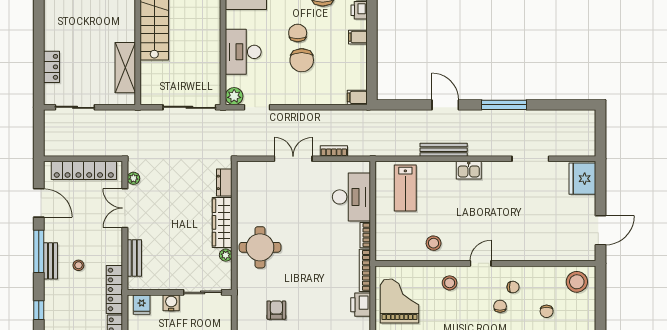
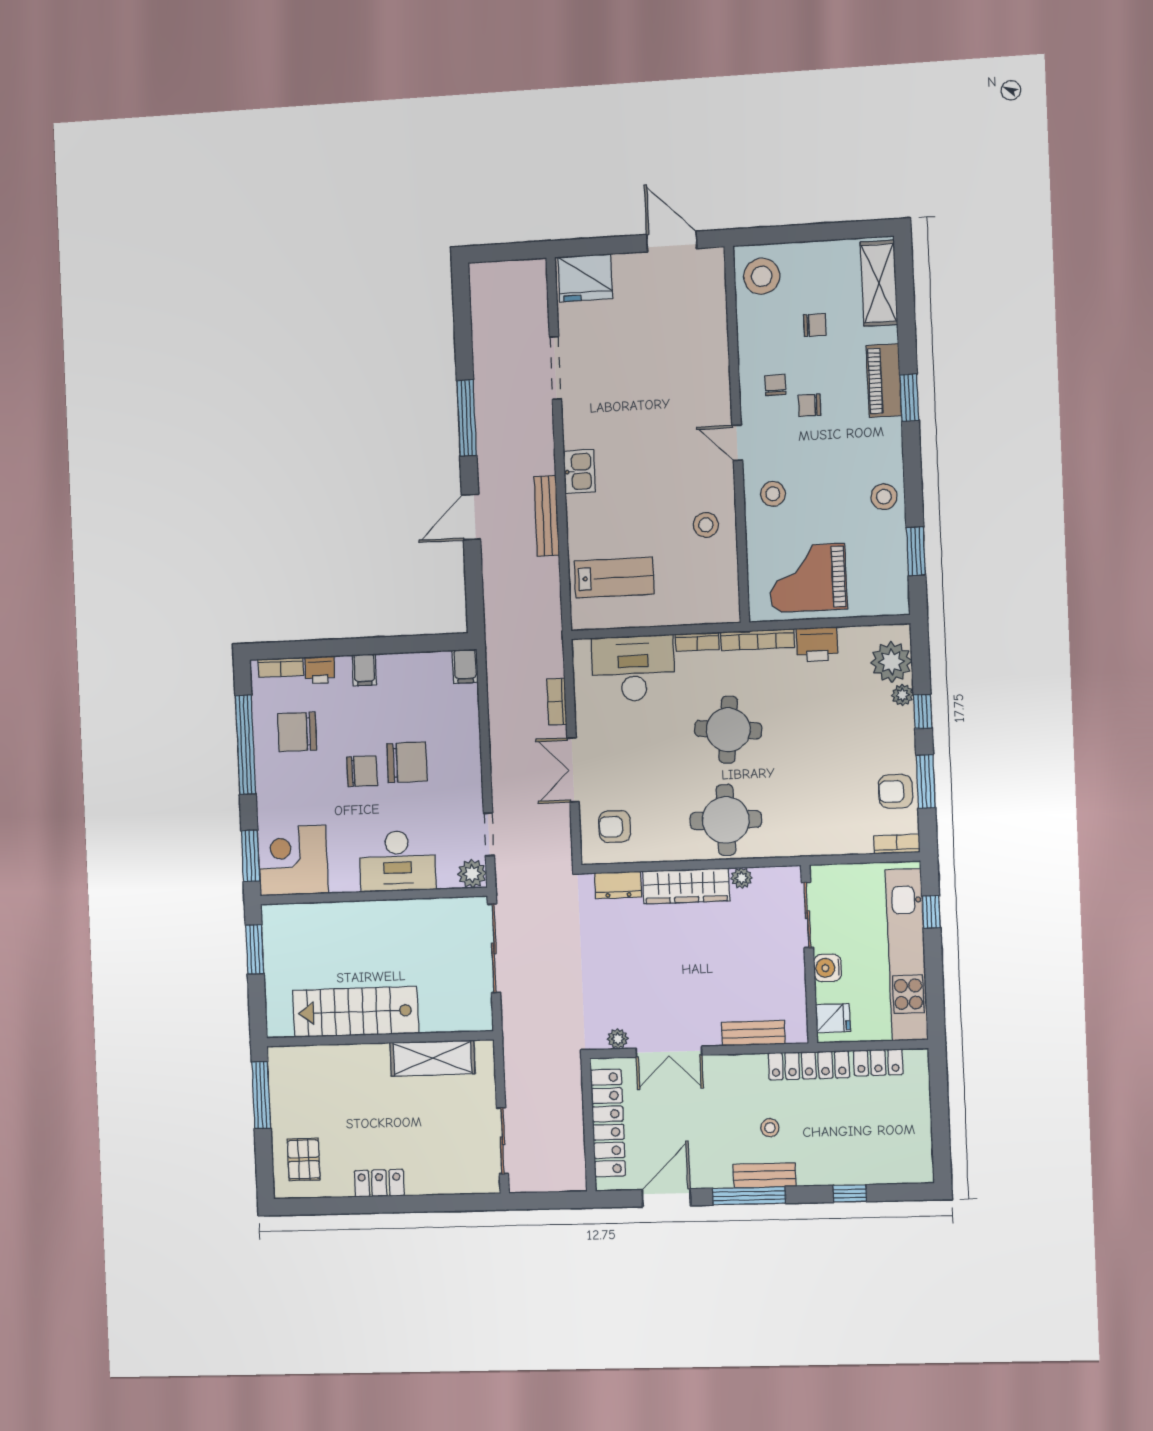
chair: (298, 33) -> (362, 771), turned 180
locker: (52, 67) -> (379, 1183), moved
round table: (313, 251) -> (728, 730), added
armchair: (276, 310) -> (615, 827), moved

